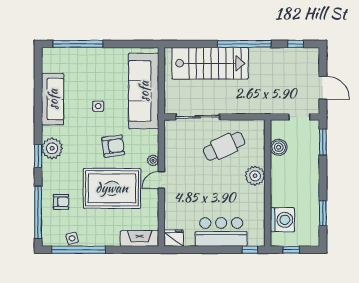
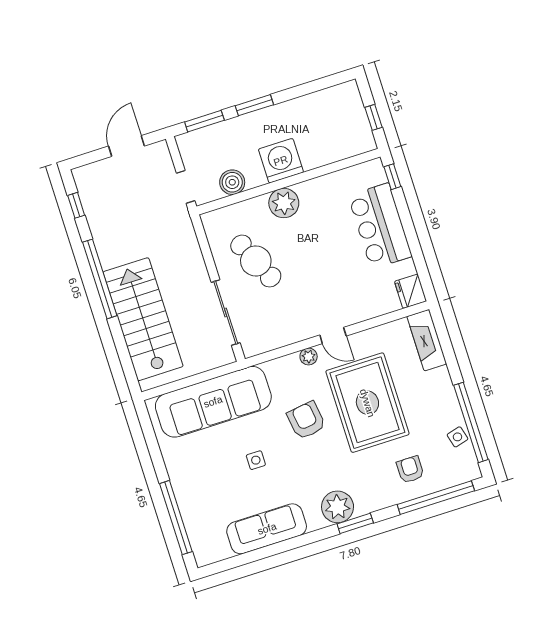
doorway: (299, 117) -> (186, 187), moved
window: (323, 213) -> (254, 105), moved
washing machine: (282, 220) -> (281, 161), moved

